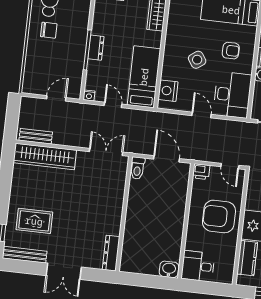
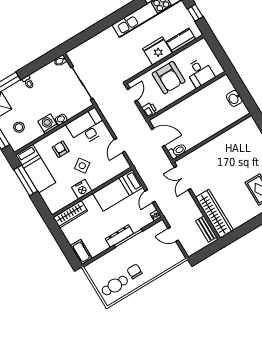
dresser: (96, 48) -> (119, 236), width x1.44
nightstand: (168, 91) -> (82, 189), moved
door: (202, 115) -> (120, 145), moved
door: (166, 159) -> (158, 137), swing flipped
dresser: (111, 253) -> (243, 127), removed
desk: (198, 266) -> (200, 73), moved
washbasin: (169, 269) -> (234, 98), moved

